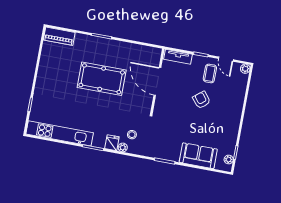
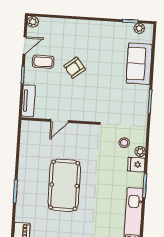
door: (157, 81) -> (60, 121), width x0.53

